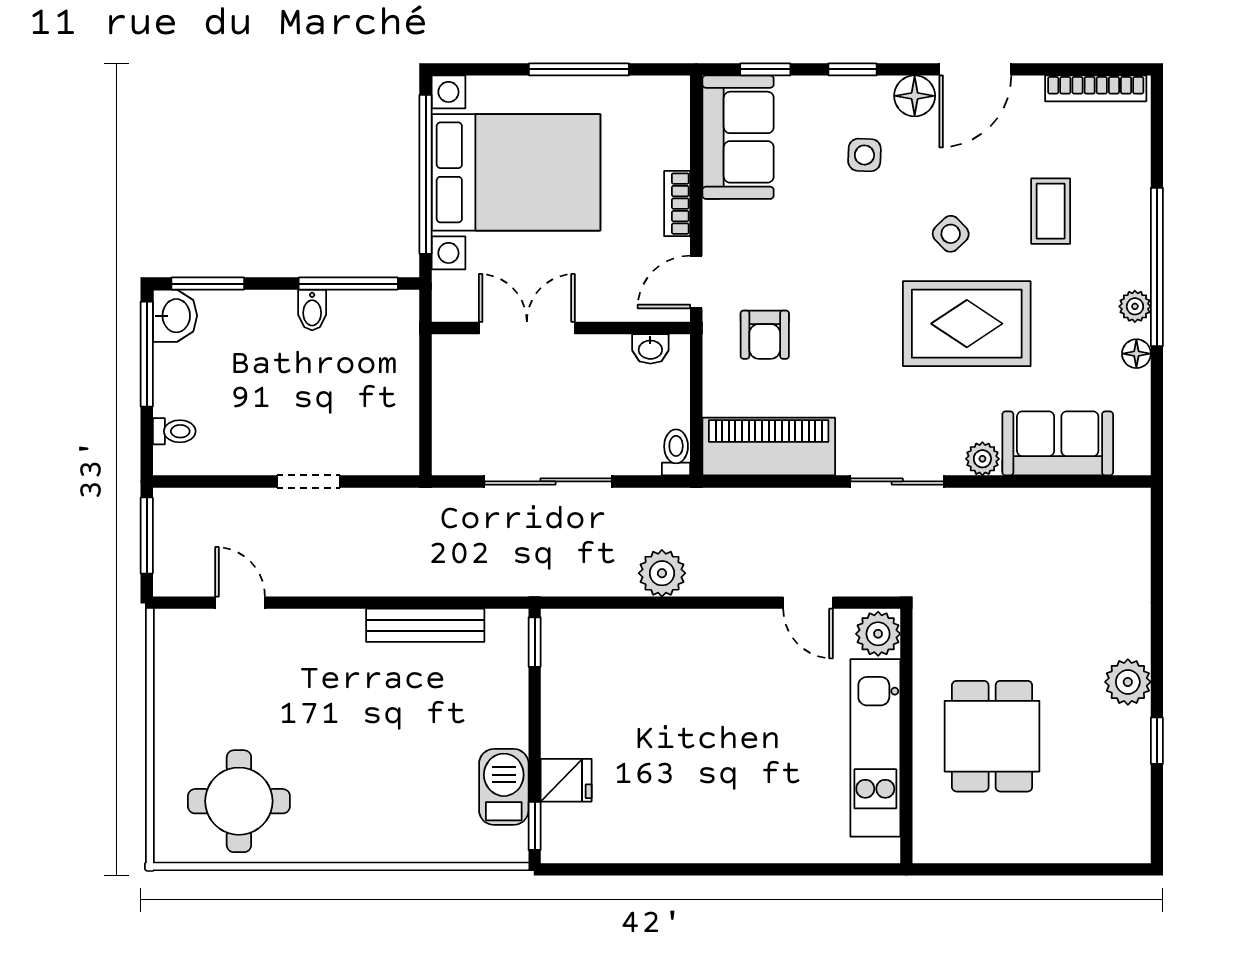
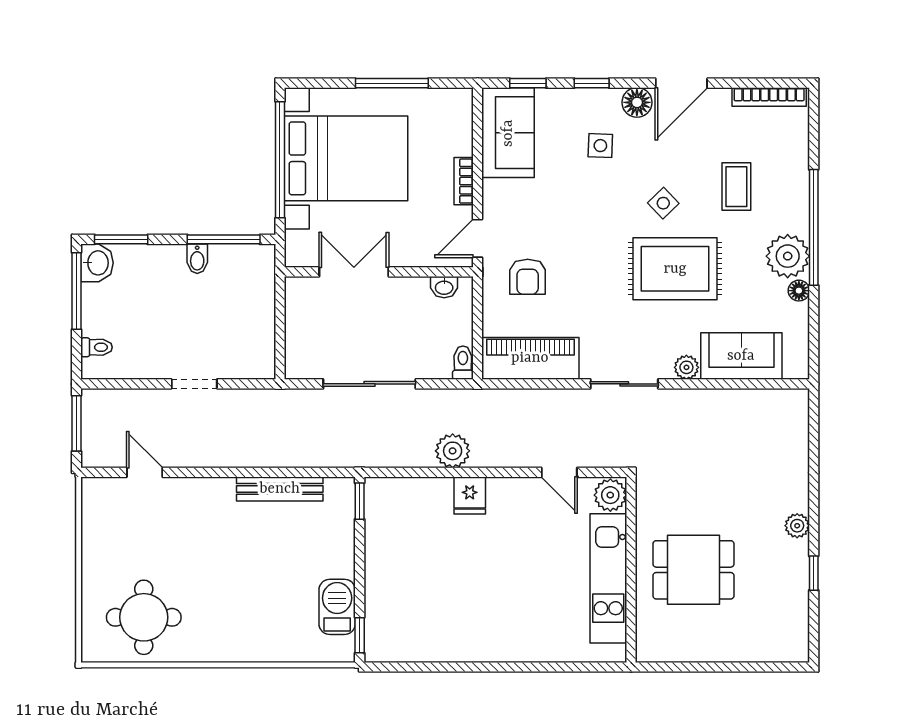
plant: (1135, 306) -> (788, 256), width x1.87, depth x1.87
plant: (1128, 682) -> (797, 526), width x0.73, depth x0.73
dining table: (992, 736) -> (693, 570), turned 90
fridge: (566, 780) -> (470, 495), moved, turned 90

